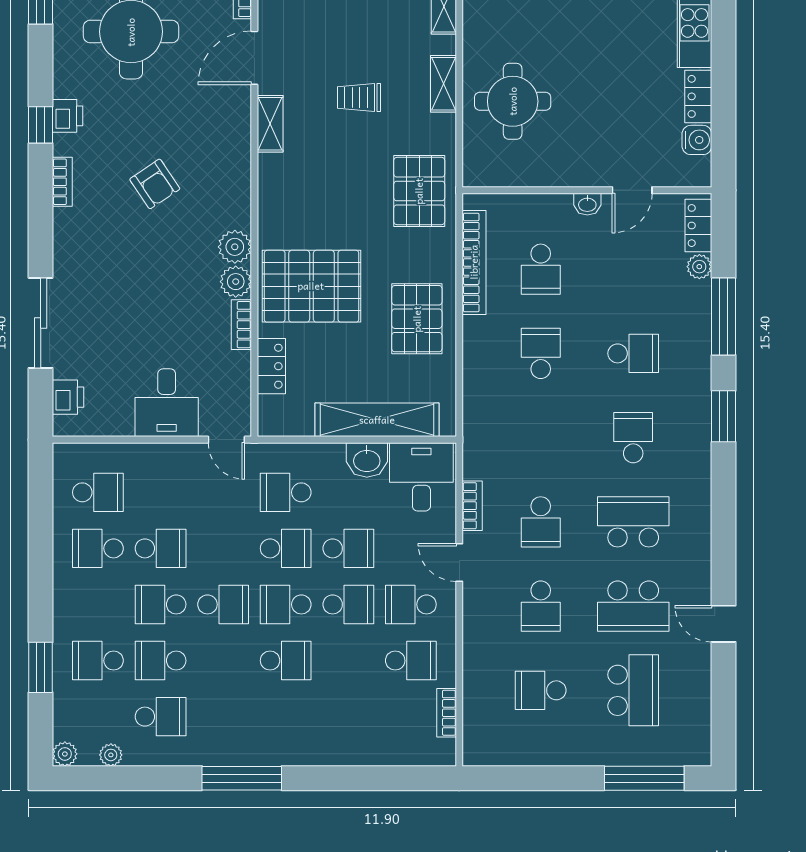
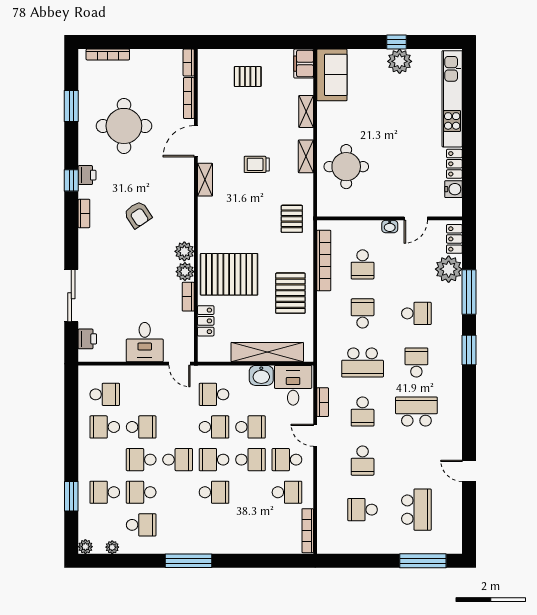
pallet: (419, 191) -> (292, 219), width x0.67, depth x0.71
plant: (699, 267) -> (449, 269), width x1.87, depth x1.87
school desk: (633, 606) -> (363, 362), moved
bookcase: (447, 713) -> (308, 531), width x1.56

